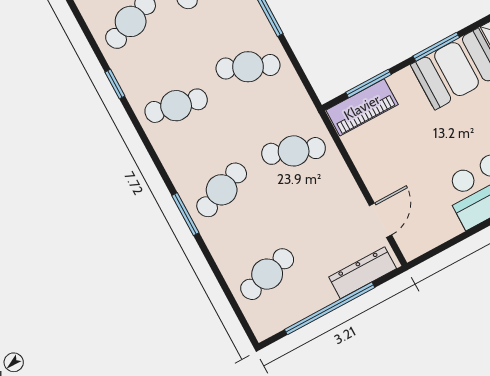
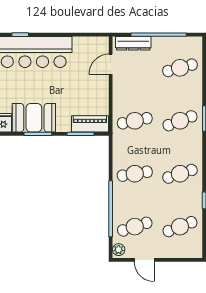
cafe table: (248, 67) -> (135, 174), turned -33
cafe table: (176, 106) -> (180, 174), turned -30
cafe table: (294, 151) -> (135, 121), turned -33

